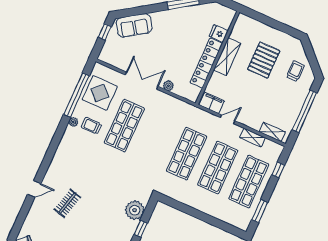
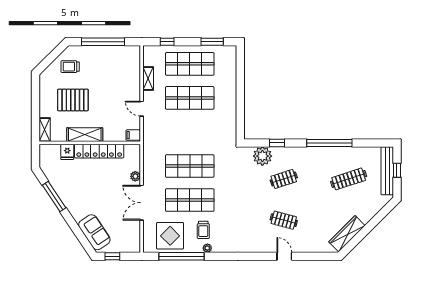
filing cabinet: (212, 103) -> (133, 135), width x0.50
shelving: (272, 132) -> (45, 130), moved
shop shelf: (187, 154) -> (190, 166), moved
clothes rail: (105, 220) -> (284, 179), added

